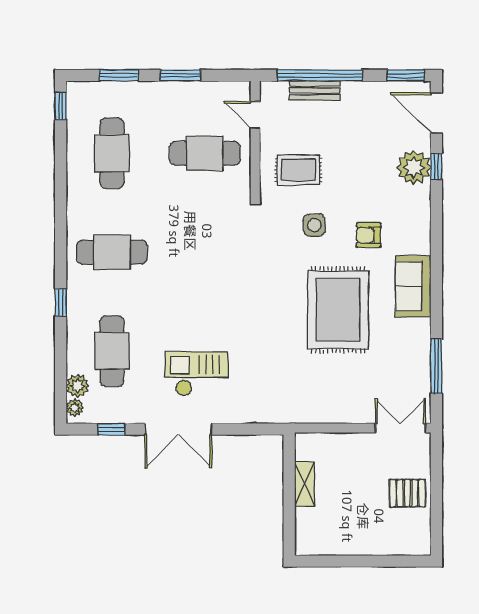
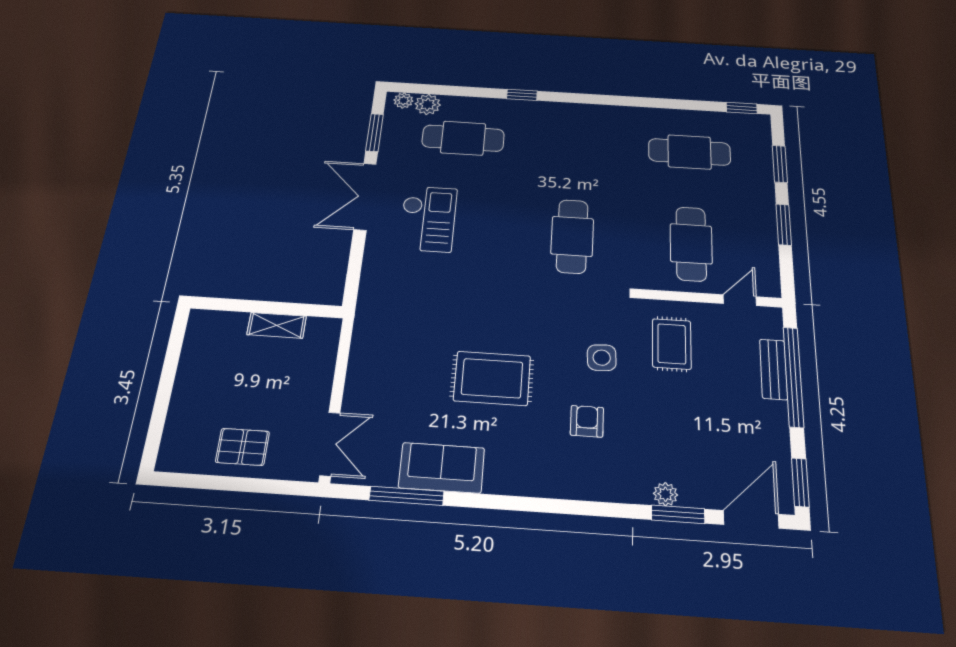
window: (436, 166) -> (678, 514), width x1.50
plant: (414, 168) -> (665, 494), width x0.53, depth x0.53
cafe table: (112, 252) -> (572, 236), moved
sofa: (413, 286) -> (442, 468), moved
rug: (338, 310) -> (492, 378), width x0.73, depth x0.69
window: (112, 429) -> (374, 133), width x1.50
pallet: (407, 493) -> (243, 447), turned 90

